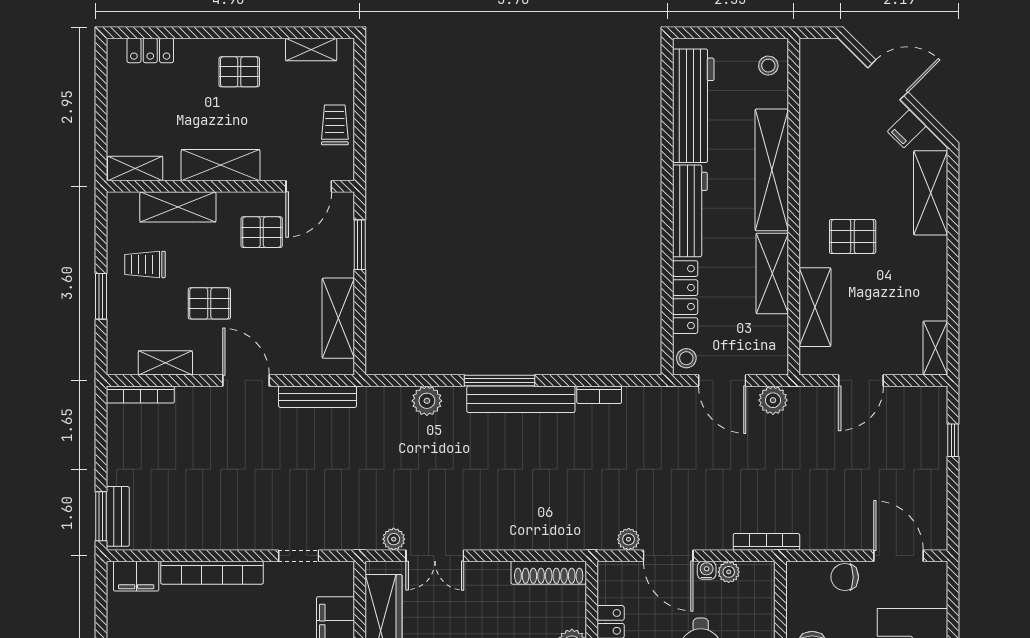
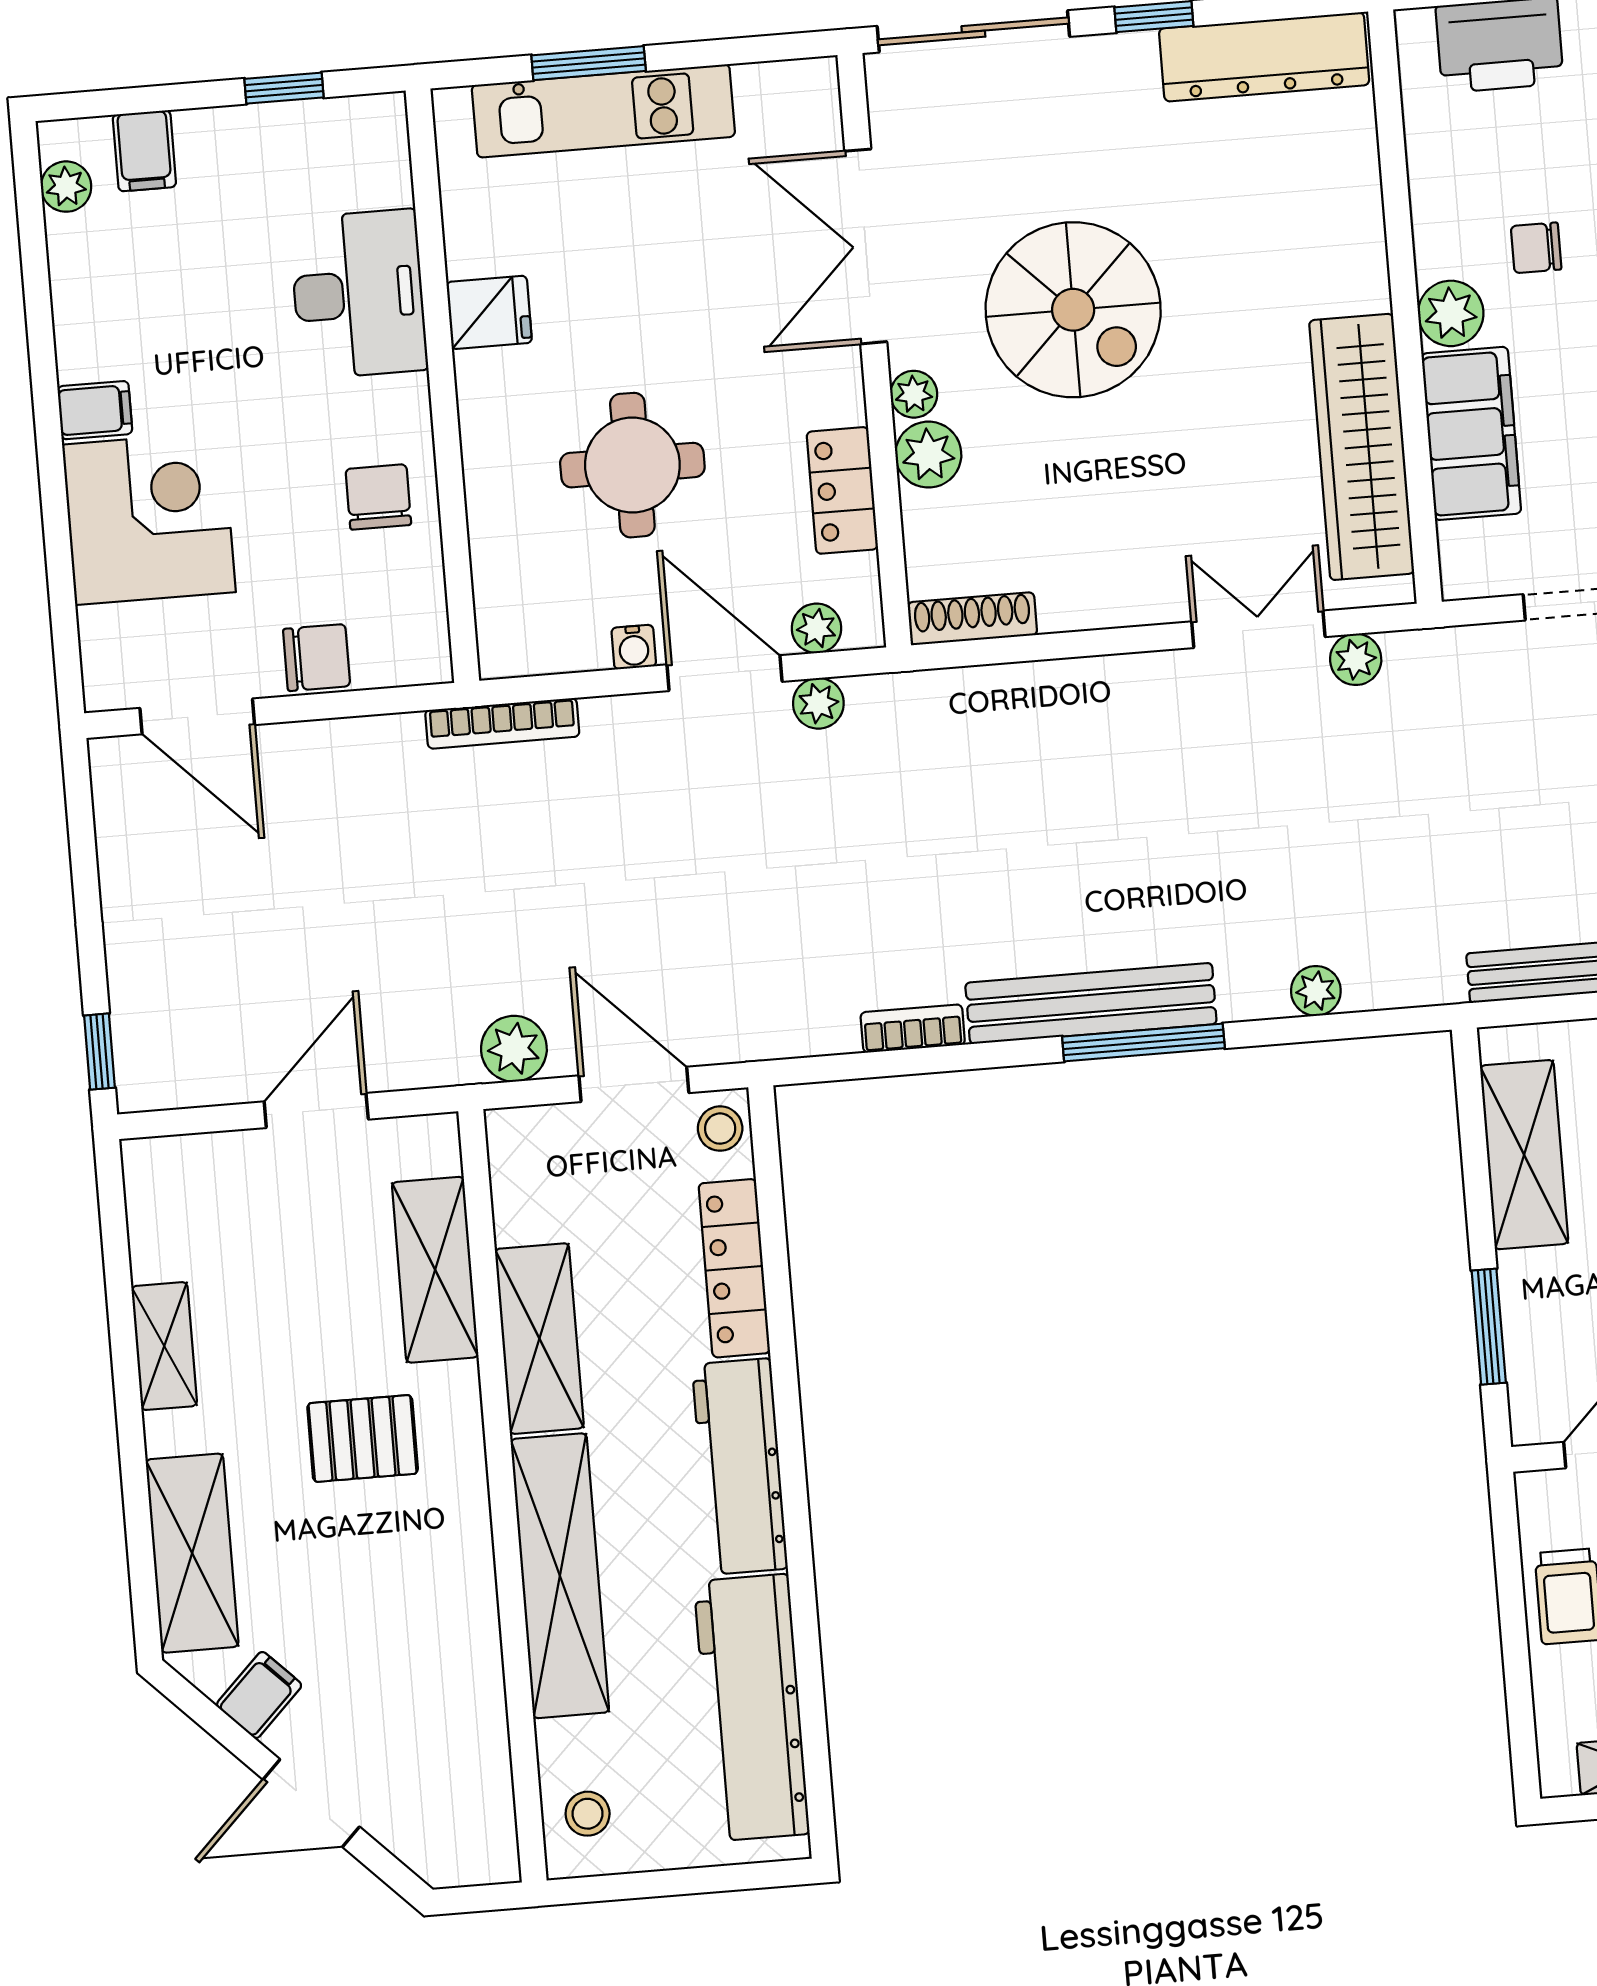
shelving: (935, 348) -> (164, 1346), moved
plant: (427, 401) -> (1316, 991), width x0.73, depth x0.73
window: (953, 440) -> (99, 1052), moved
plant: (729, 572) -> (816, 628), moved
shoe rack: (549, 573) -> (972, 619), width x0.74, depth x0.81

